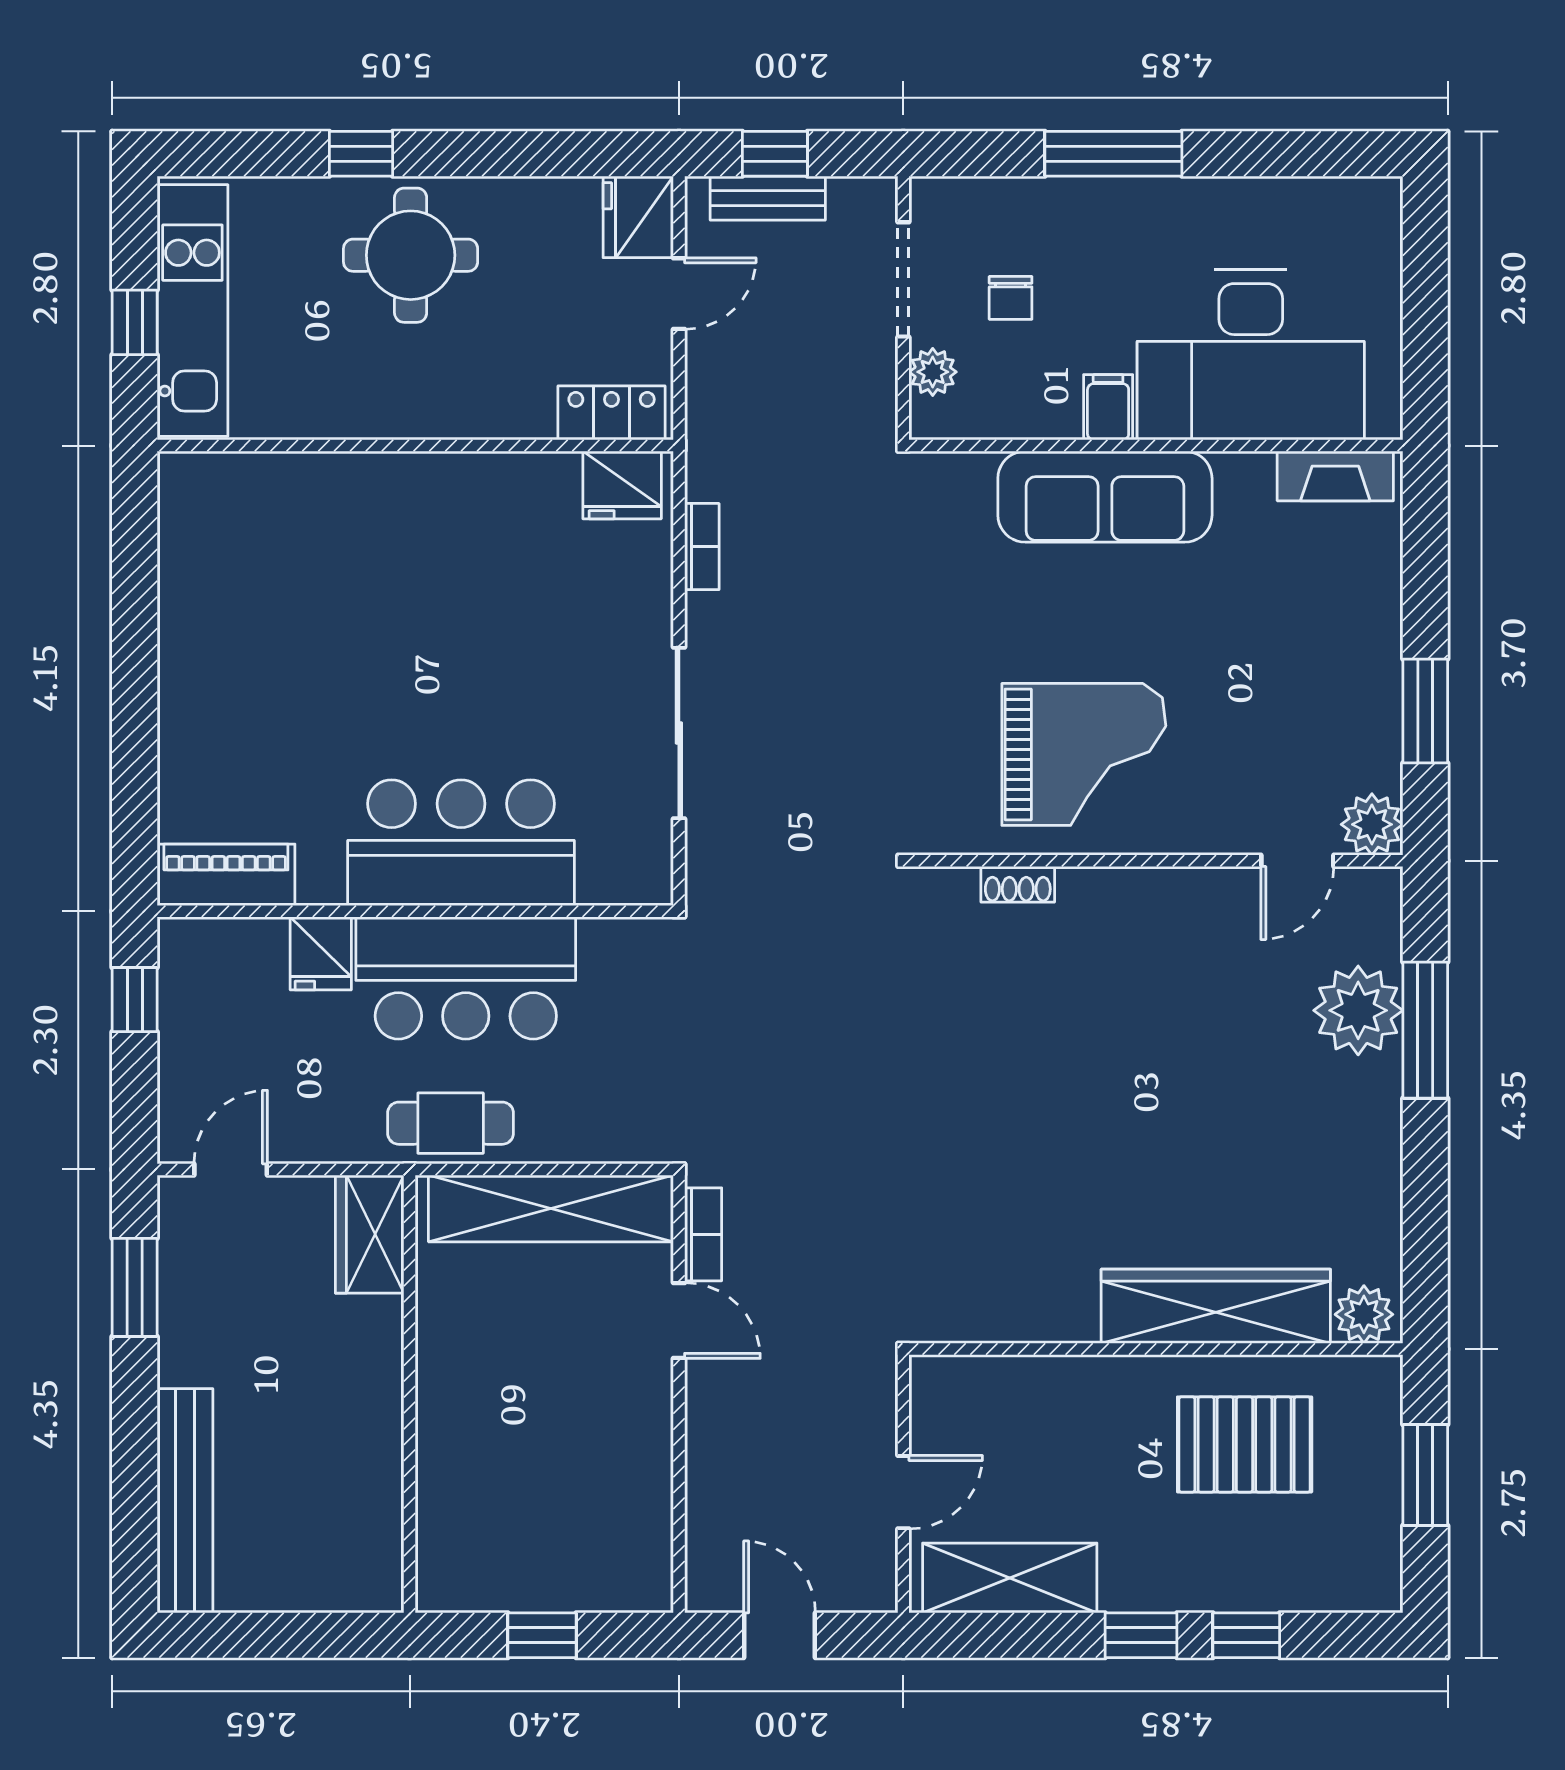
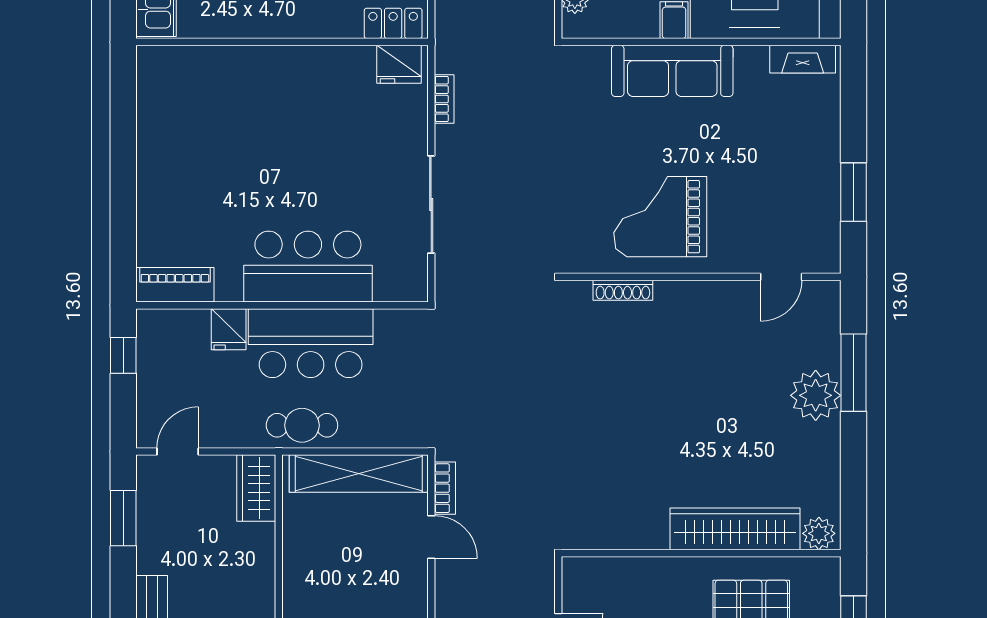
grand piano: (1084, 754) -> (660, 217), turned 180
plant: (1372, 824) -> (823, 256), removed
shoe rack: (1018, 884) -> (623, 290), width x1.43
plant: (1358, 1010) -> (816, 395), moved

